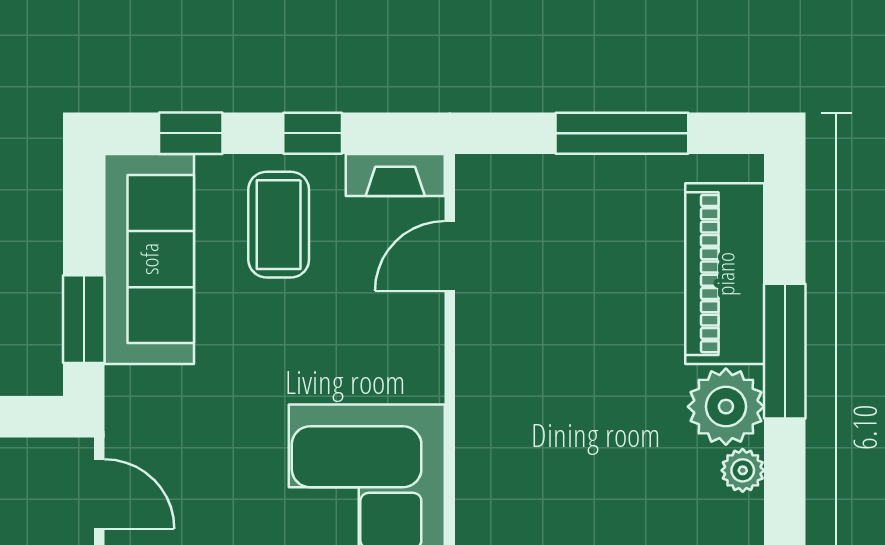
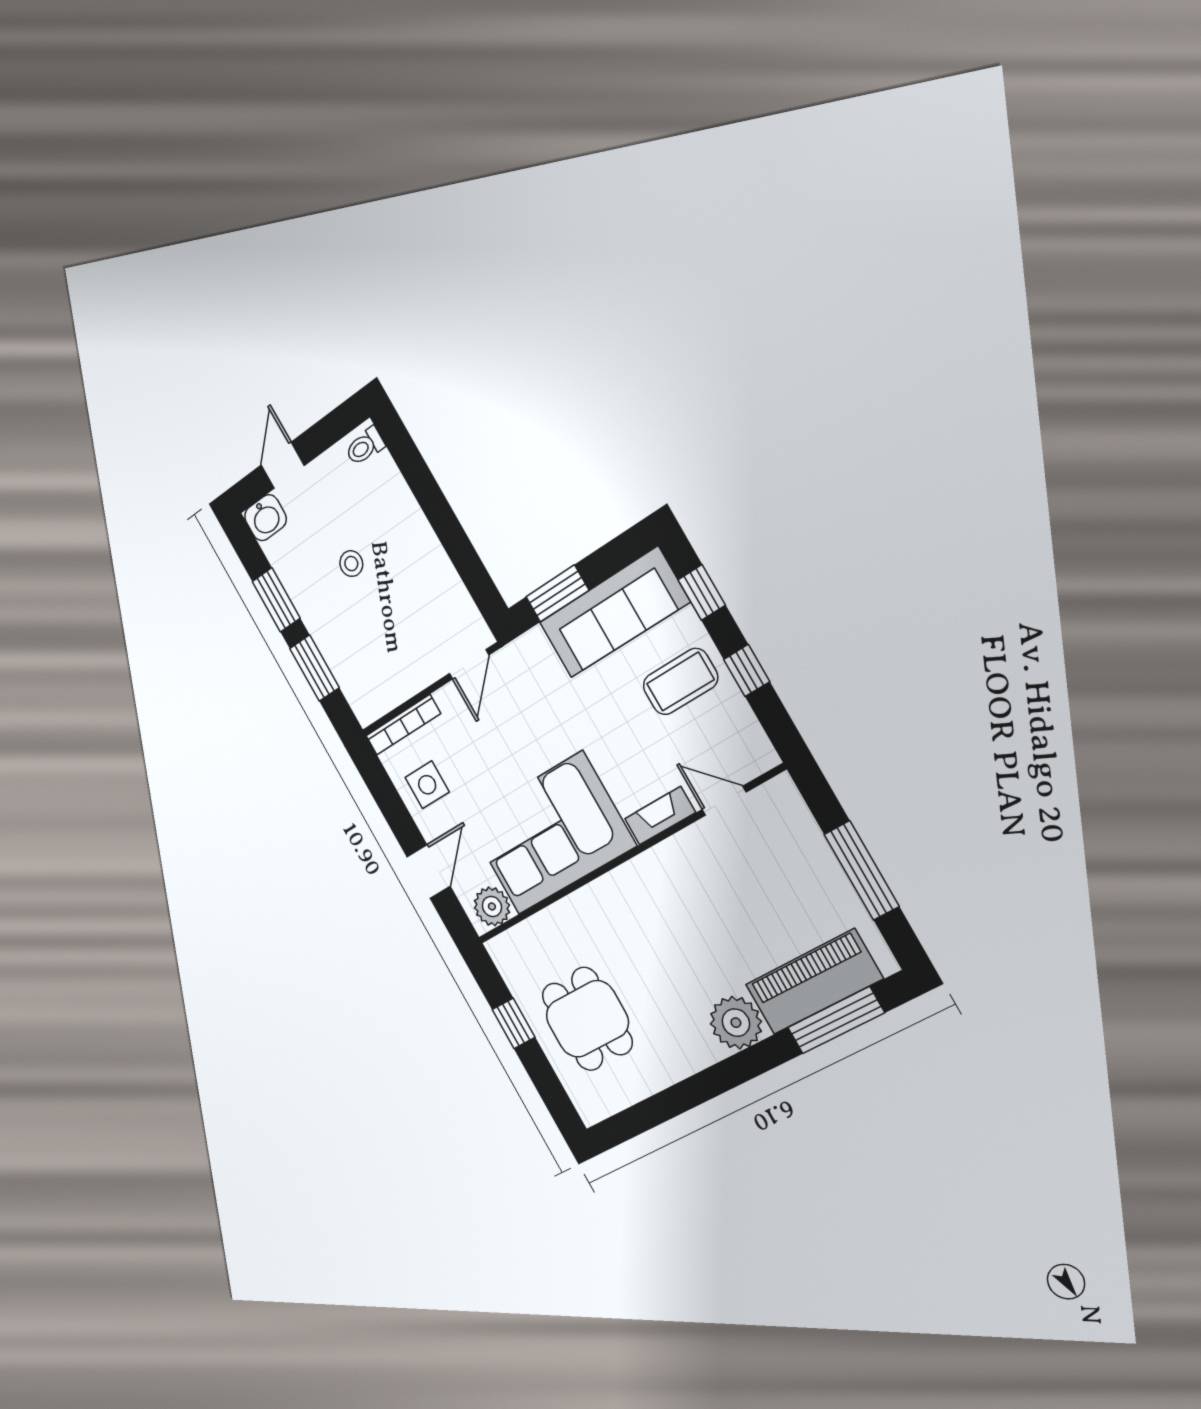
fireplace: (395, 175) -> (660, 816), moved, turned 90
window: (785, 351) -> (836, 1020), moved
plant: (743, 470) -> (705, 1052), removed

